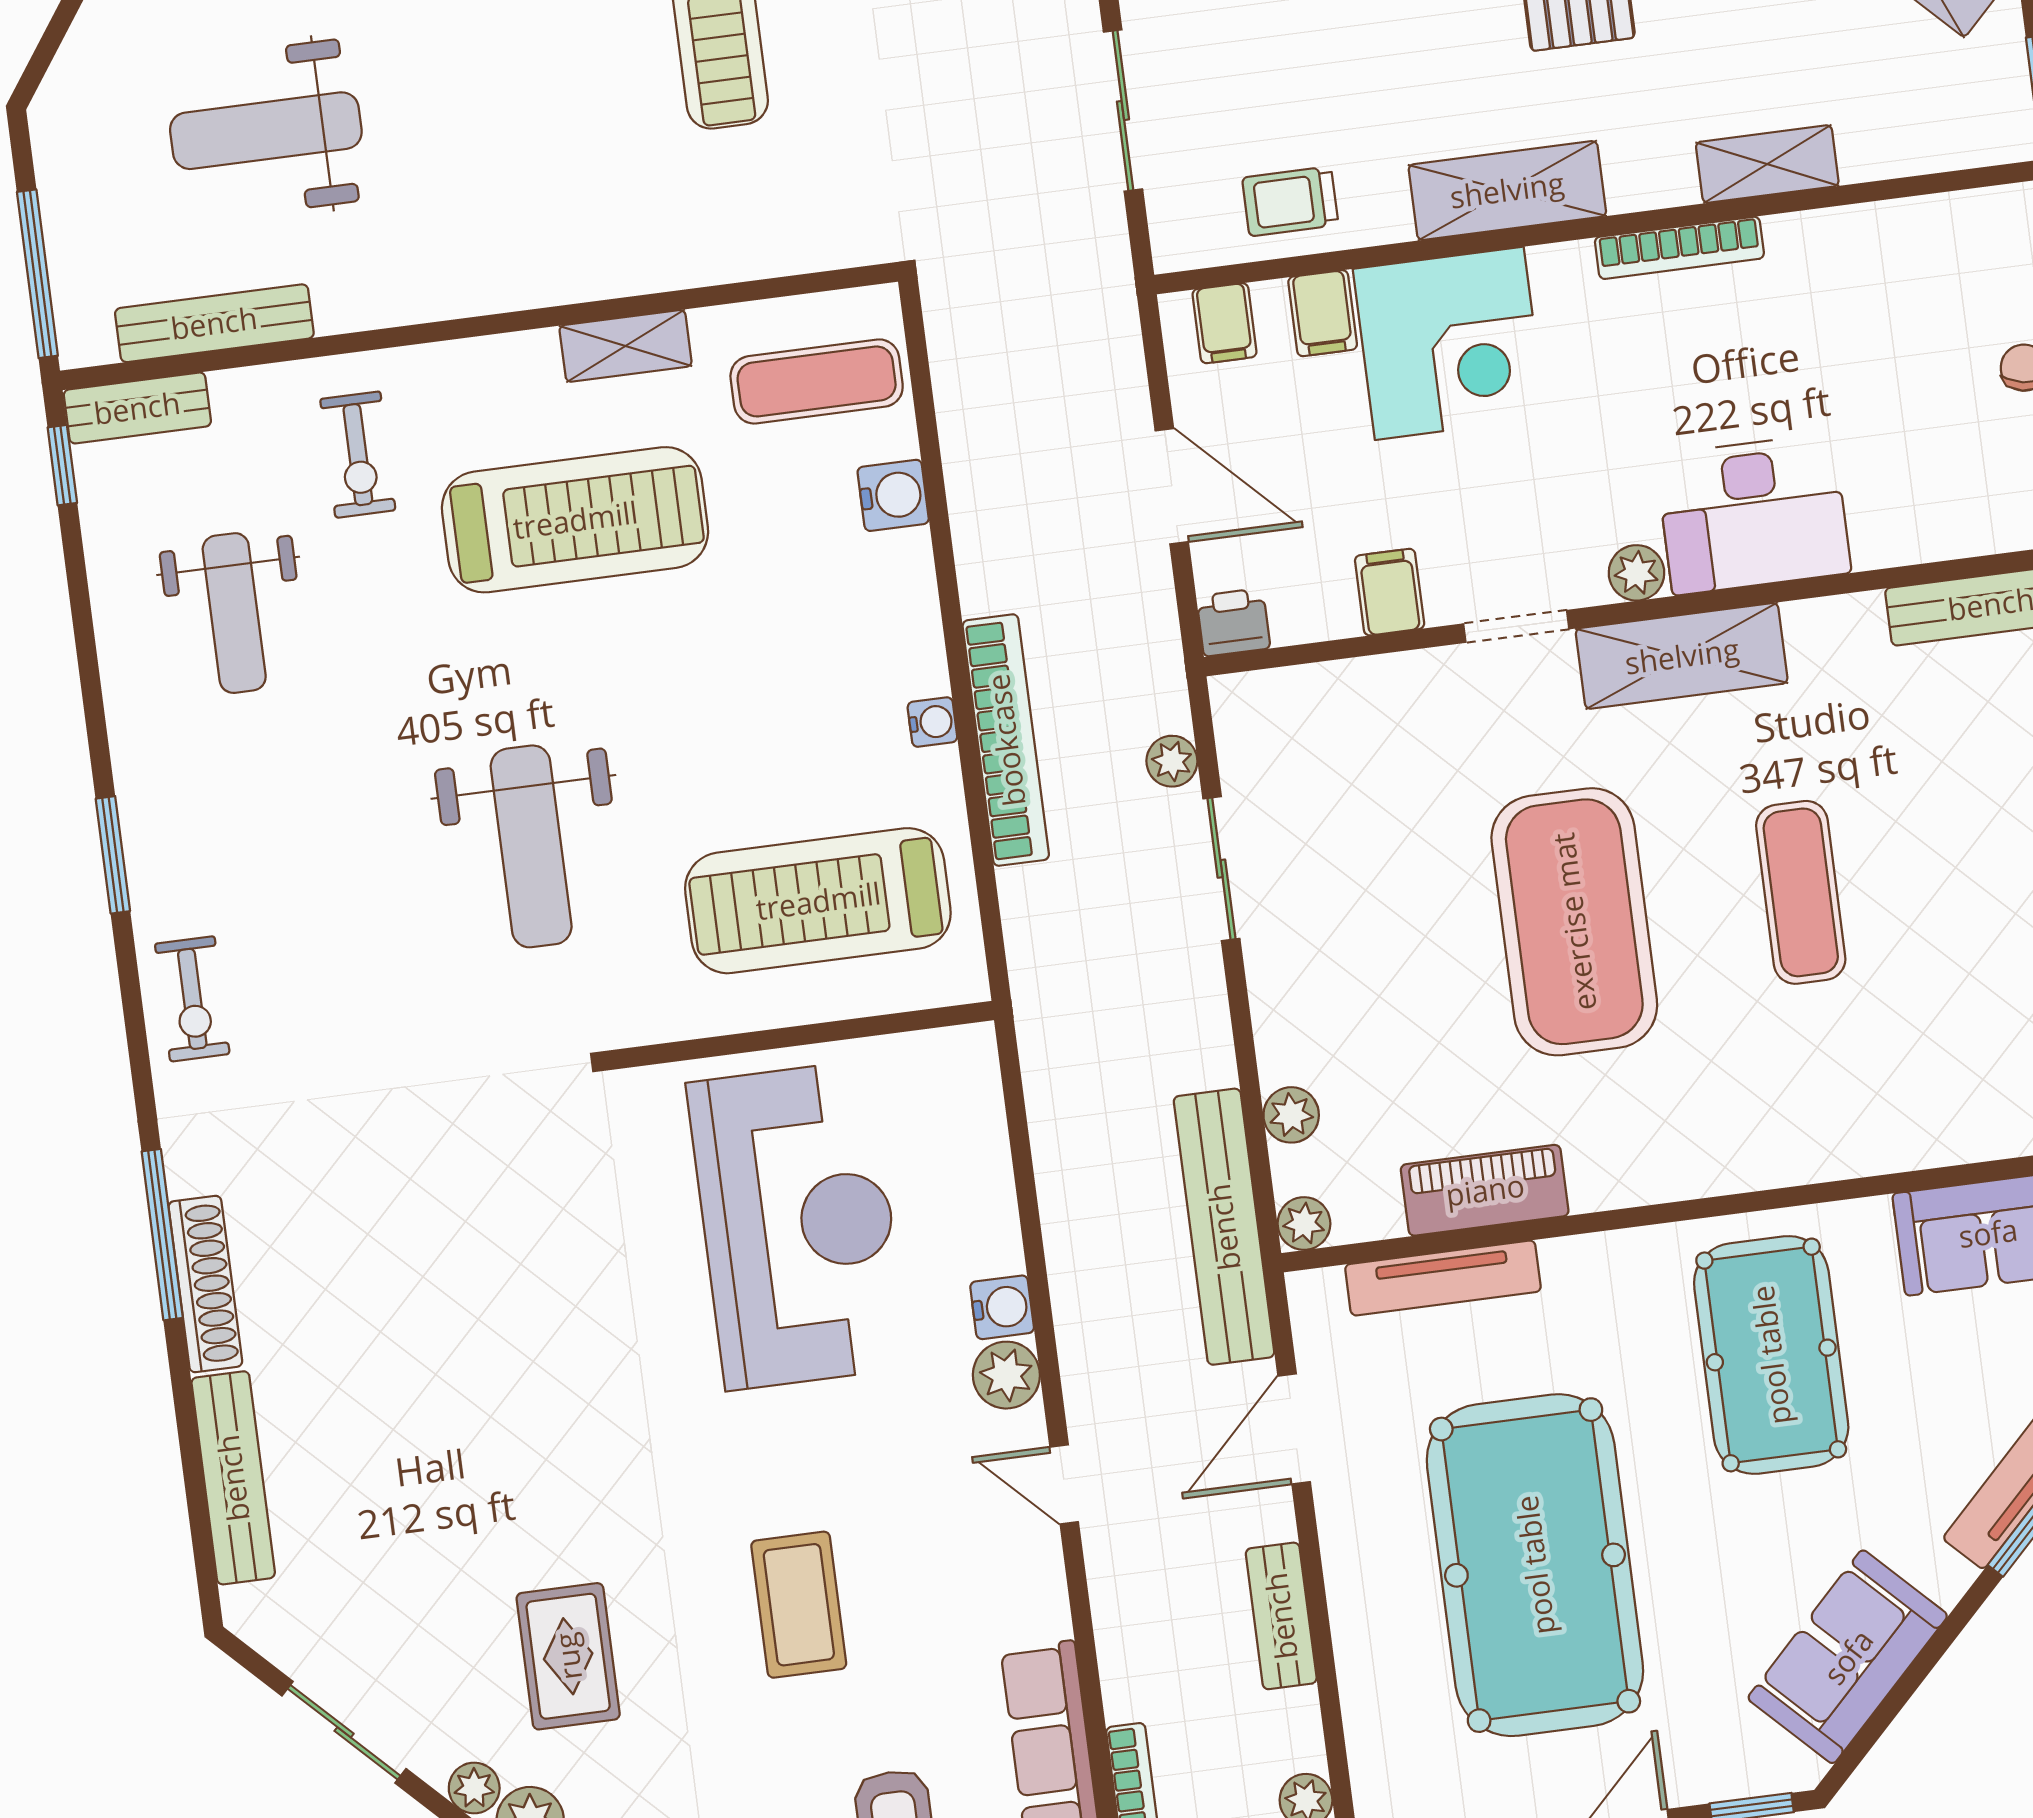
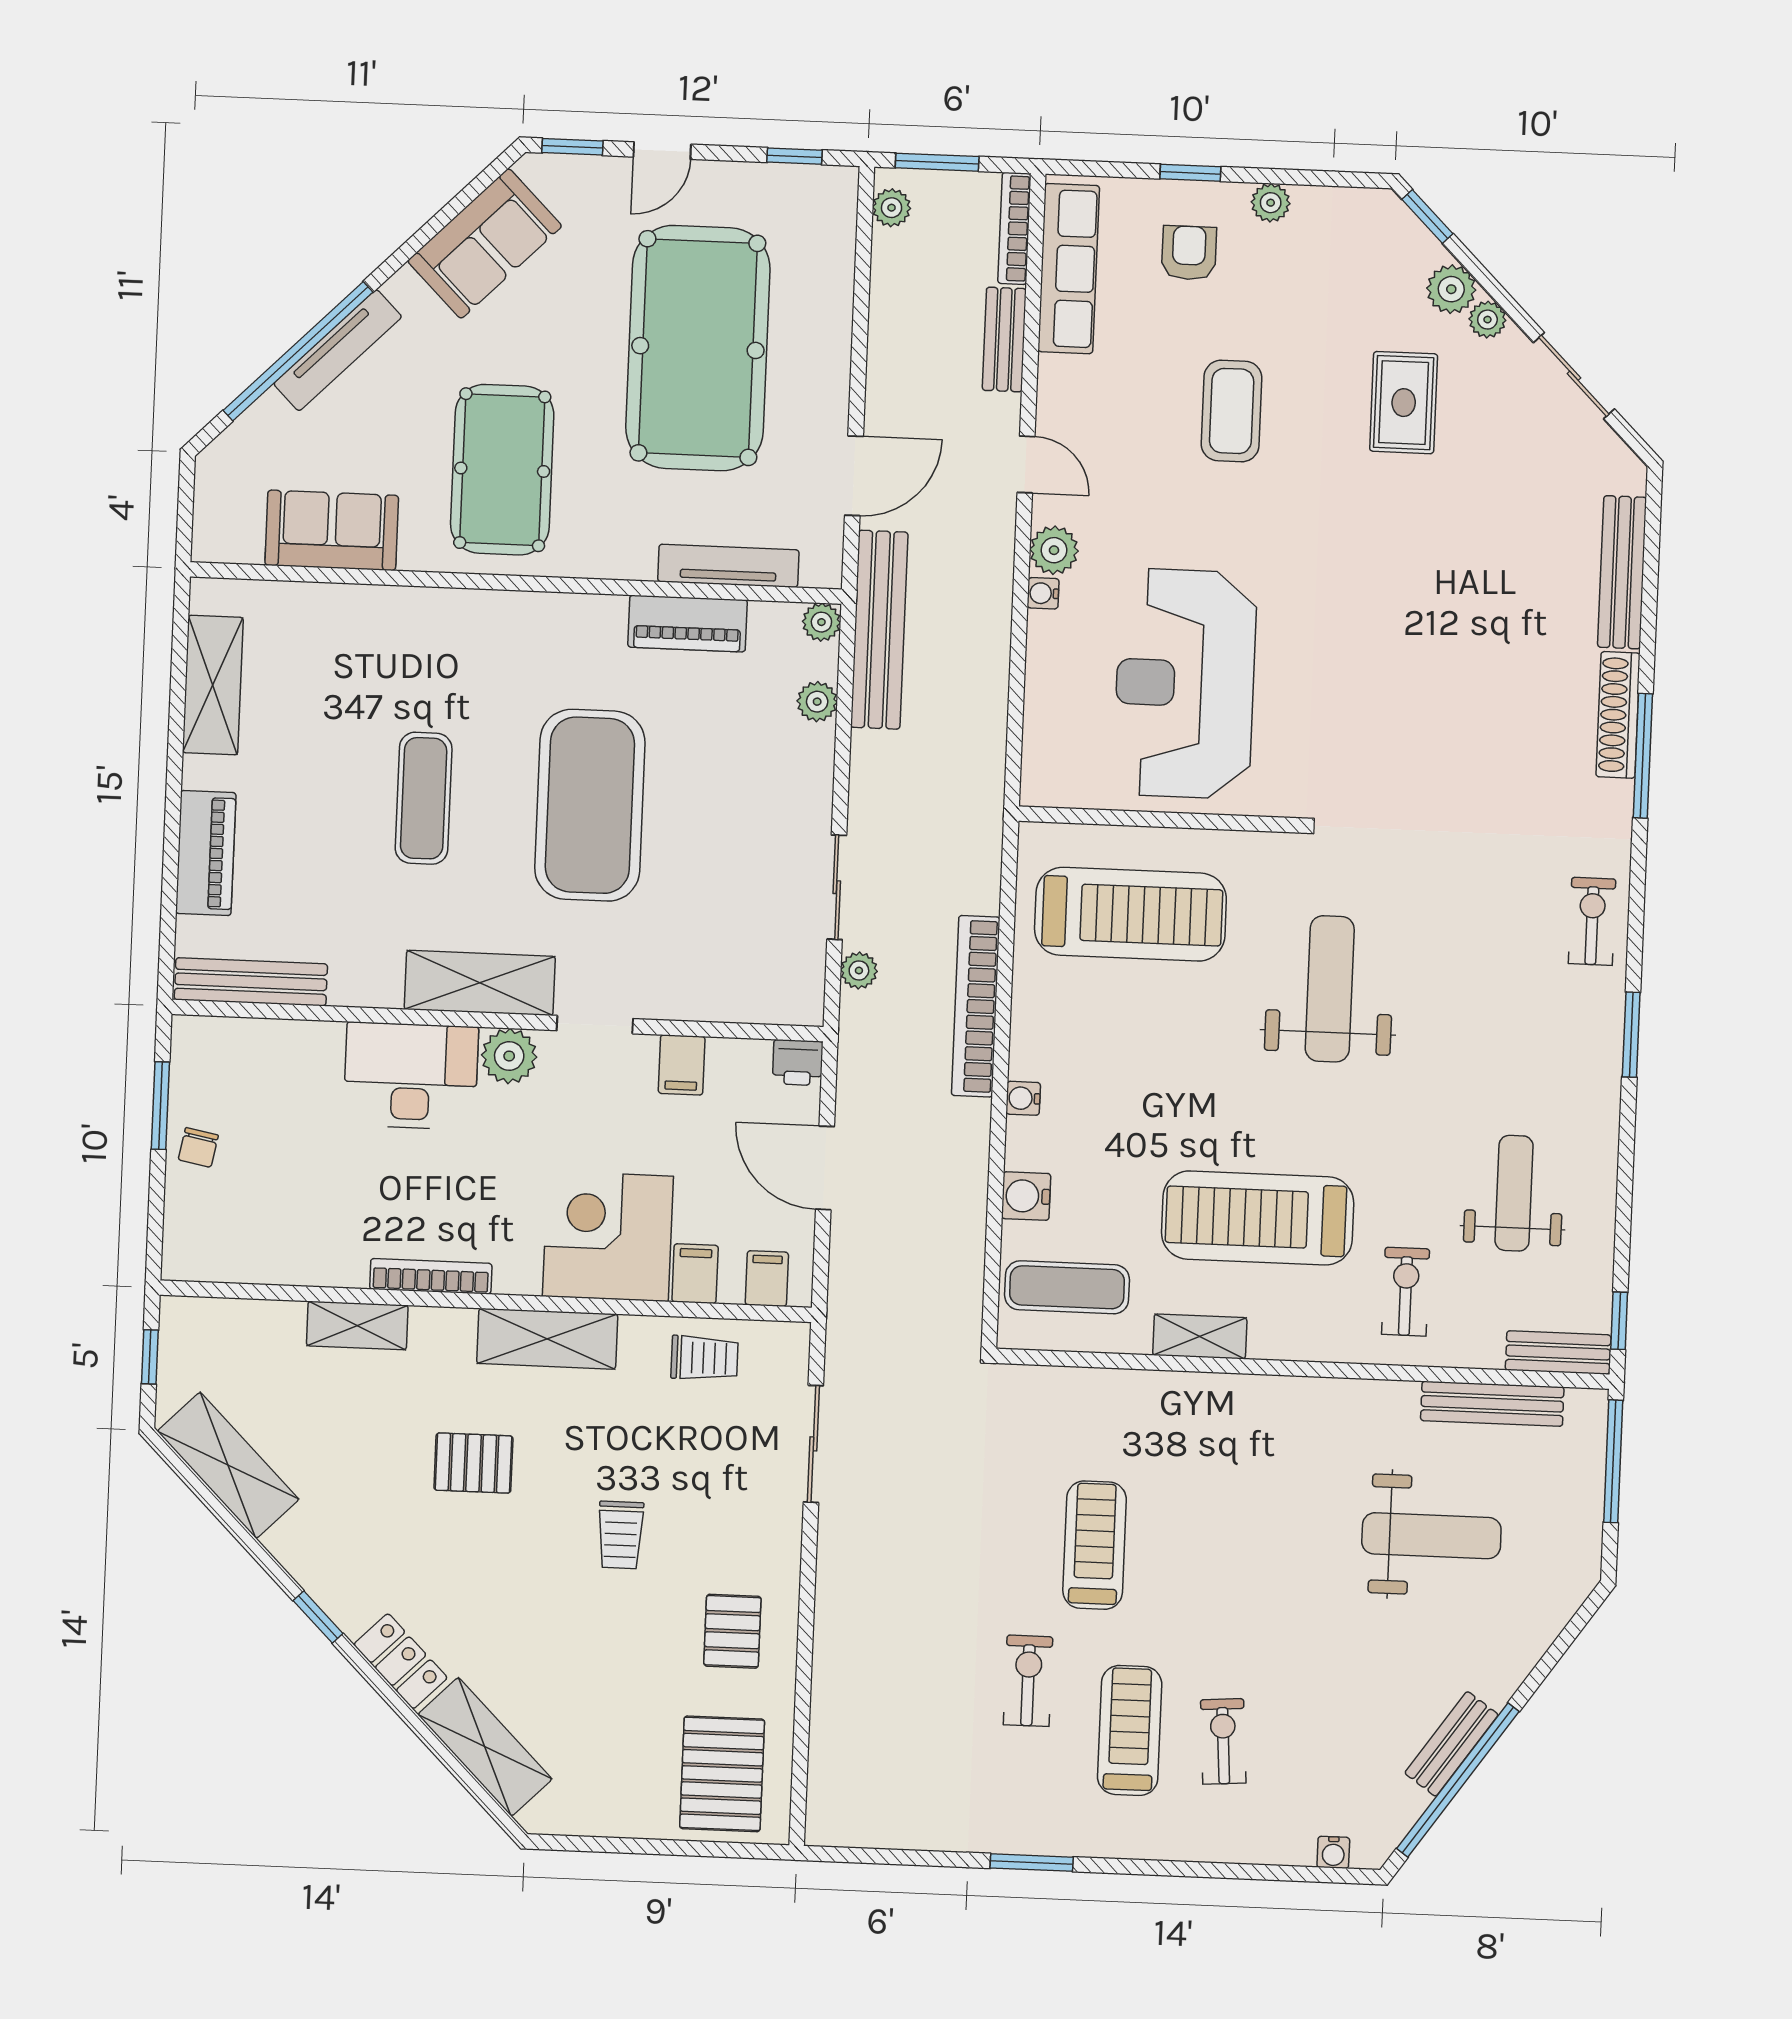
plant: (1637, 573) -> (509, 1056), width x1.38, depth x1.38
water cooler: (932, 722) -> (1023, 1098), moved
water cooler: (1002, 1307) -> (1043, 593), width x0.72, depth x0.72
bench: (1281, 1616) -> (1004, 339), moved

